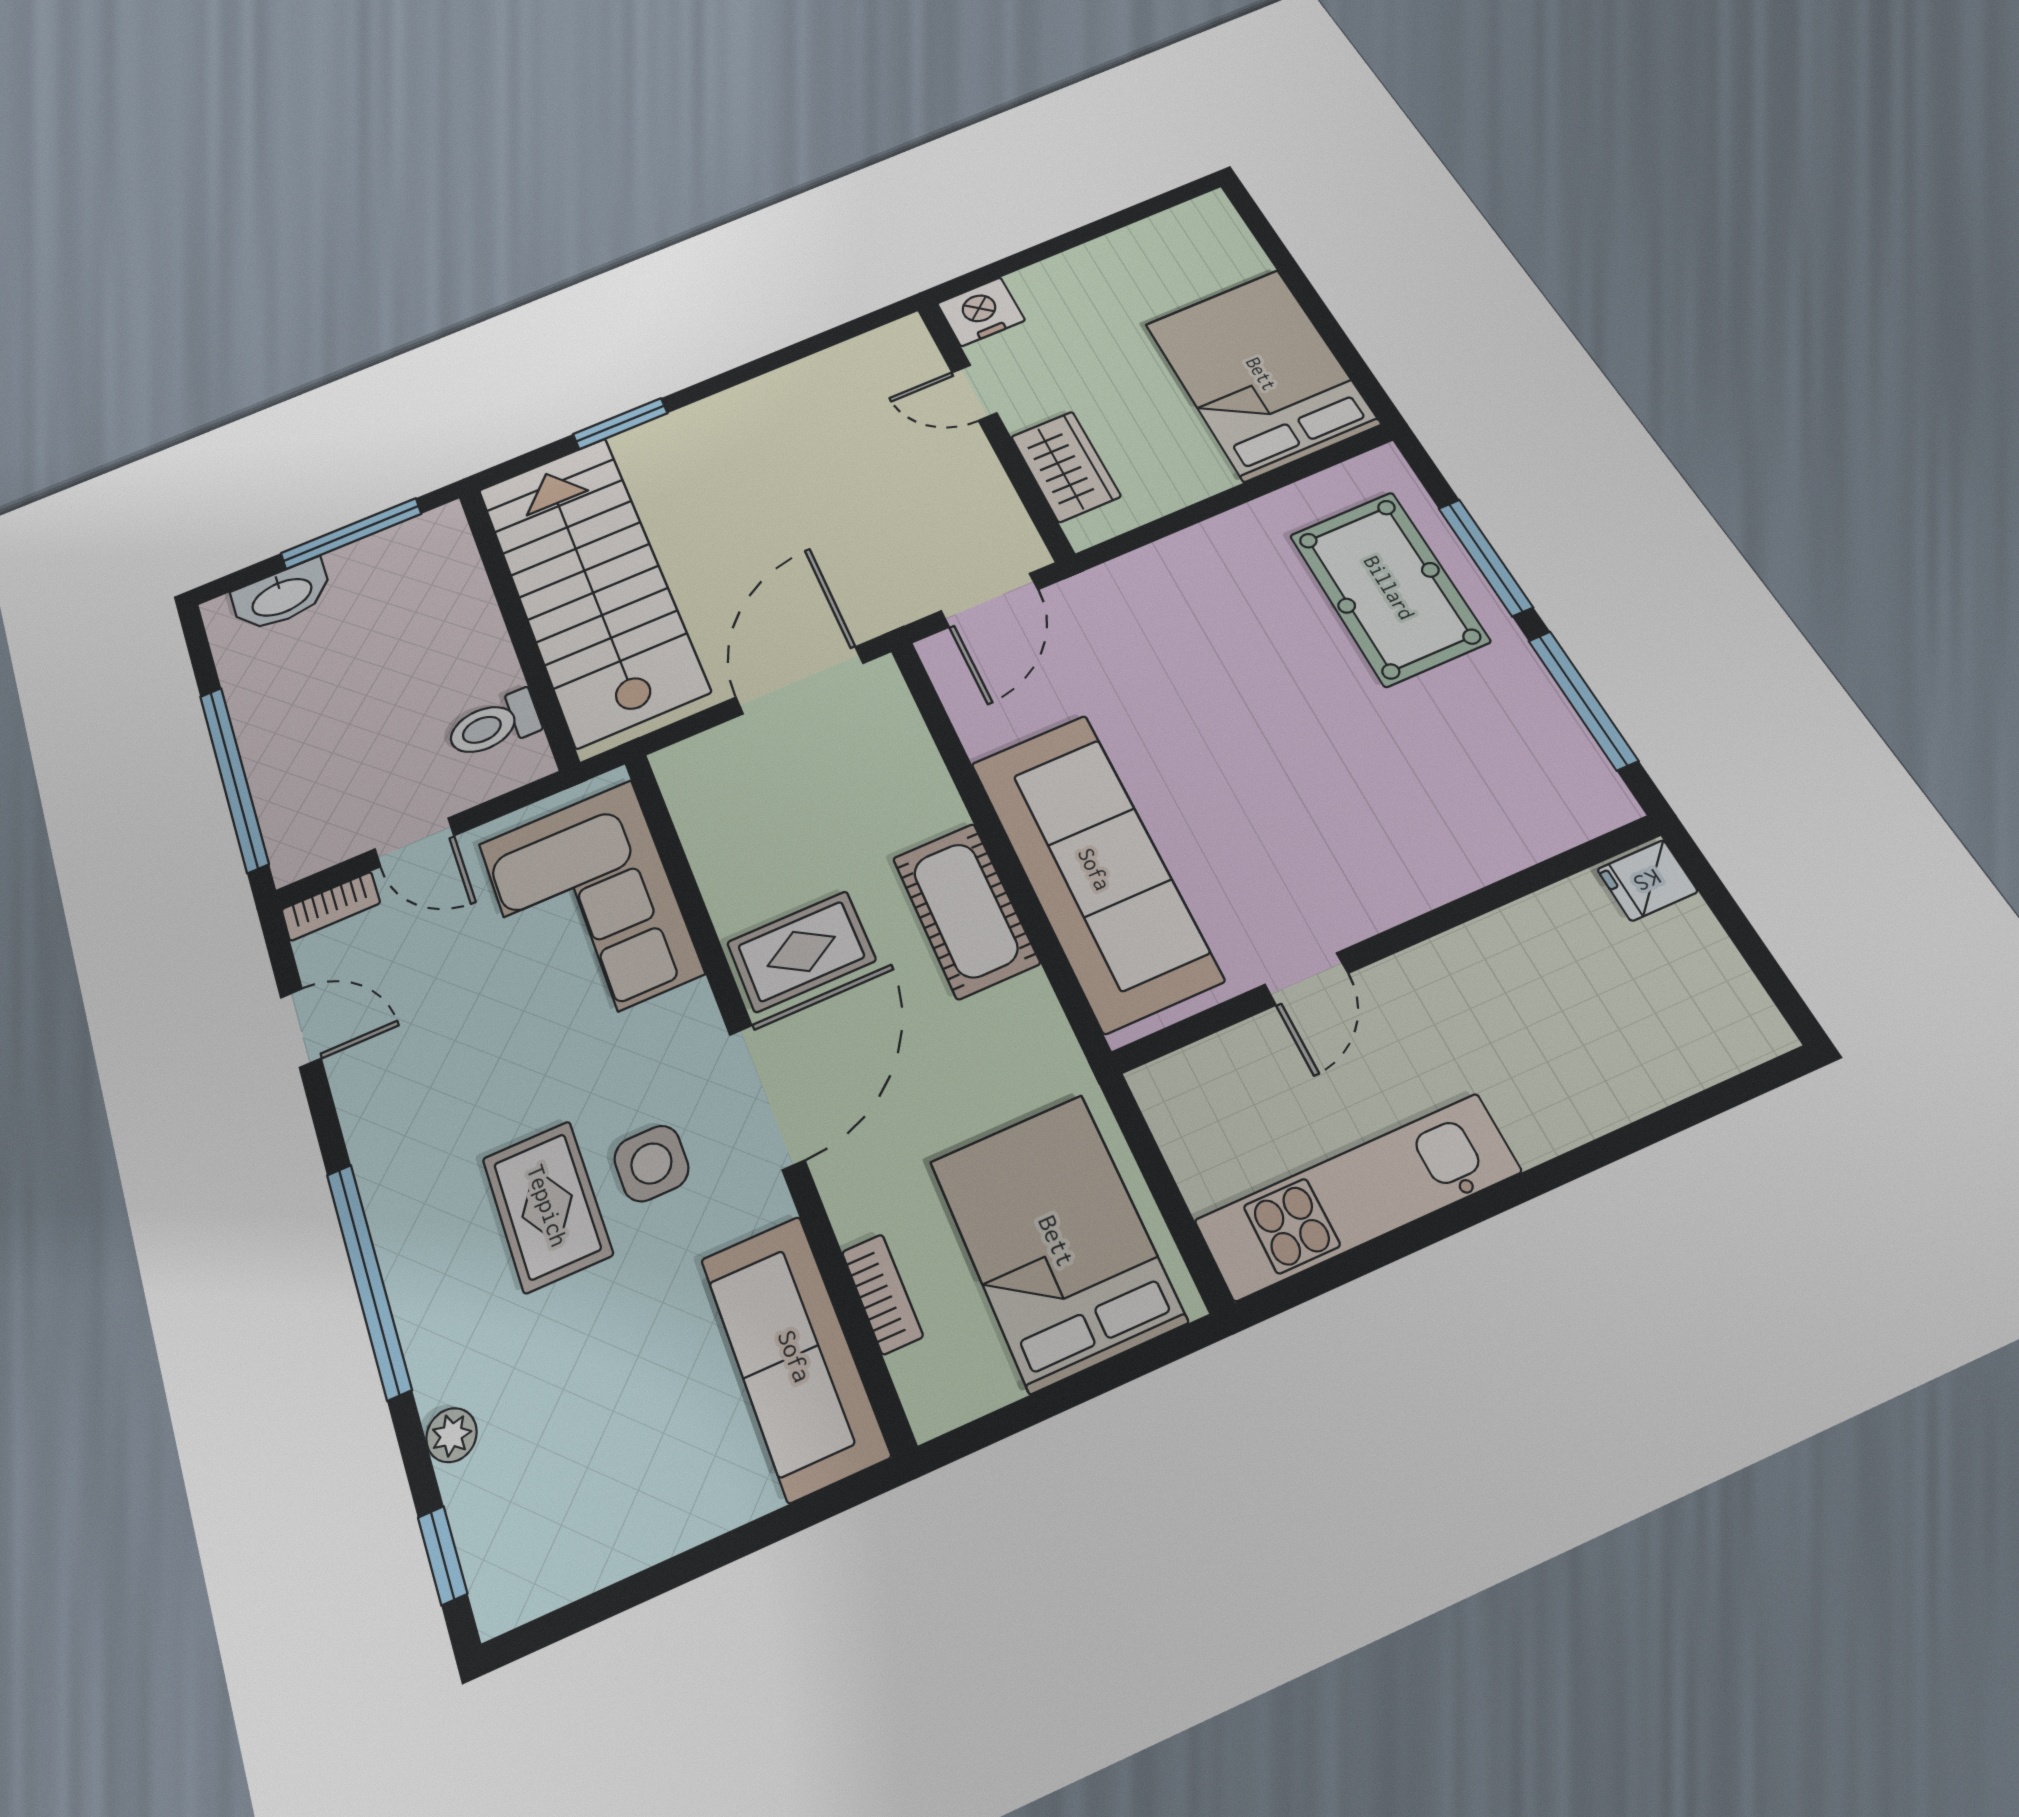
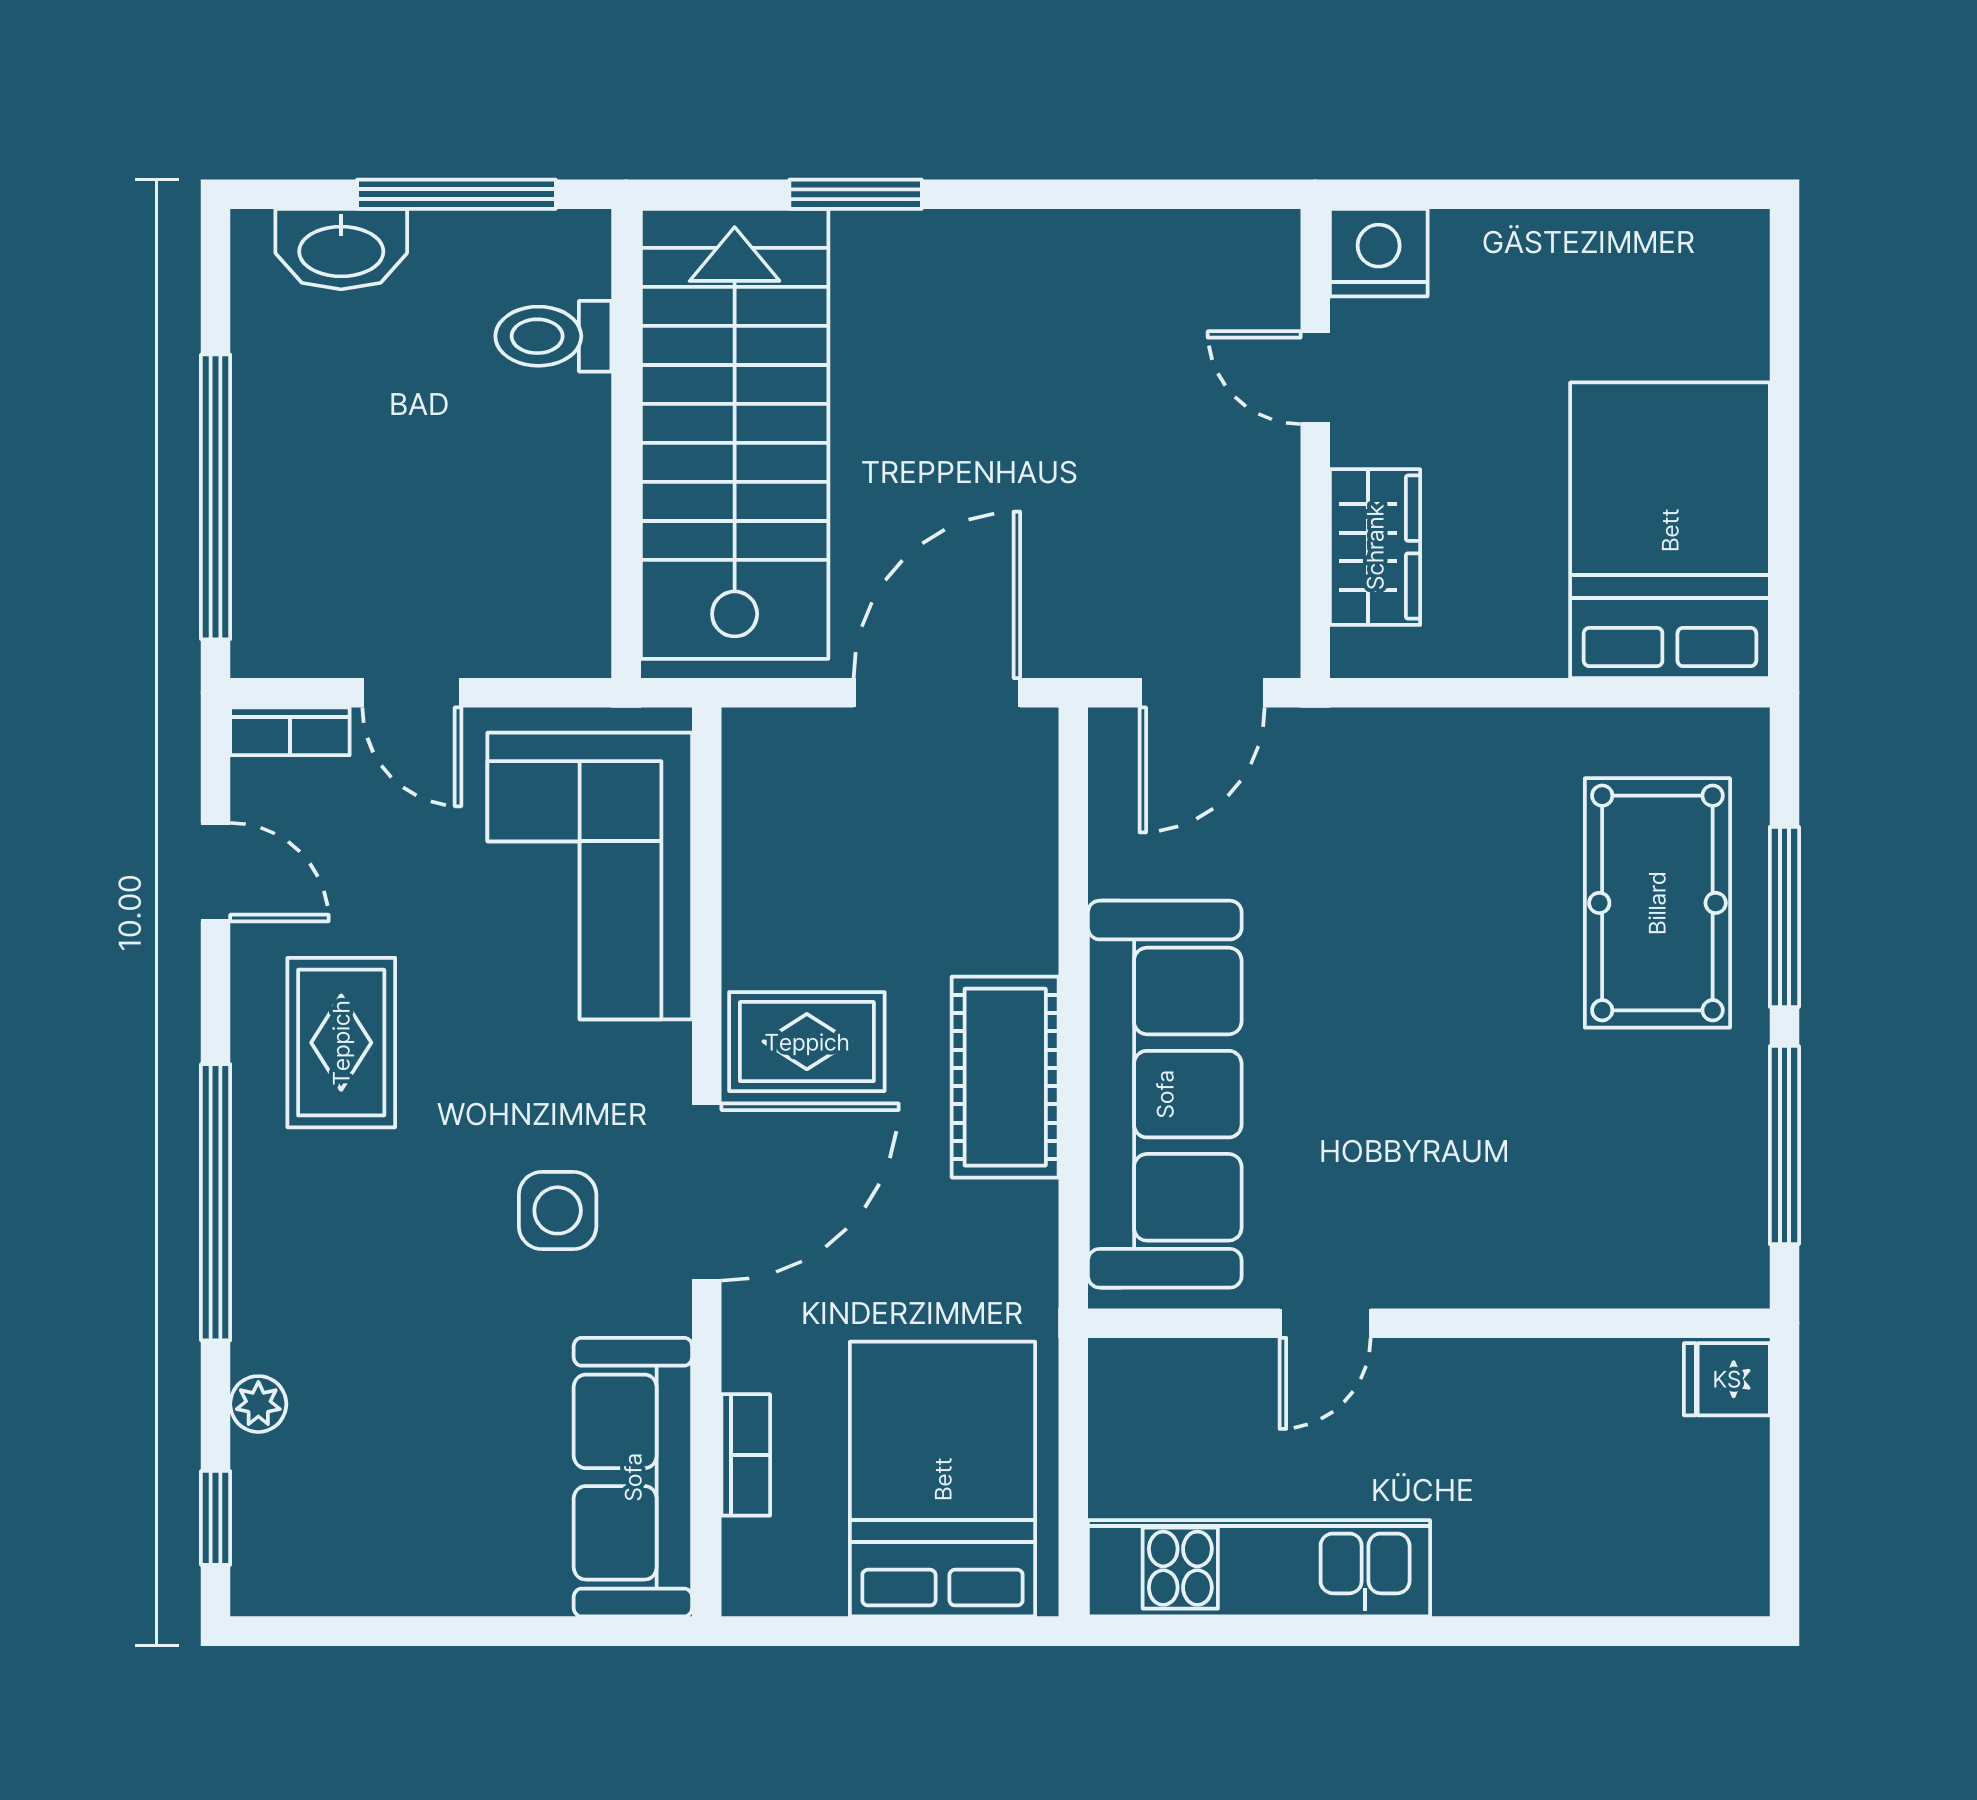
toilet: (494, 725) -> (553, 336), moved
rug: (547, 1206) -> (341, 1043), moved

